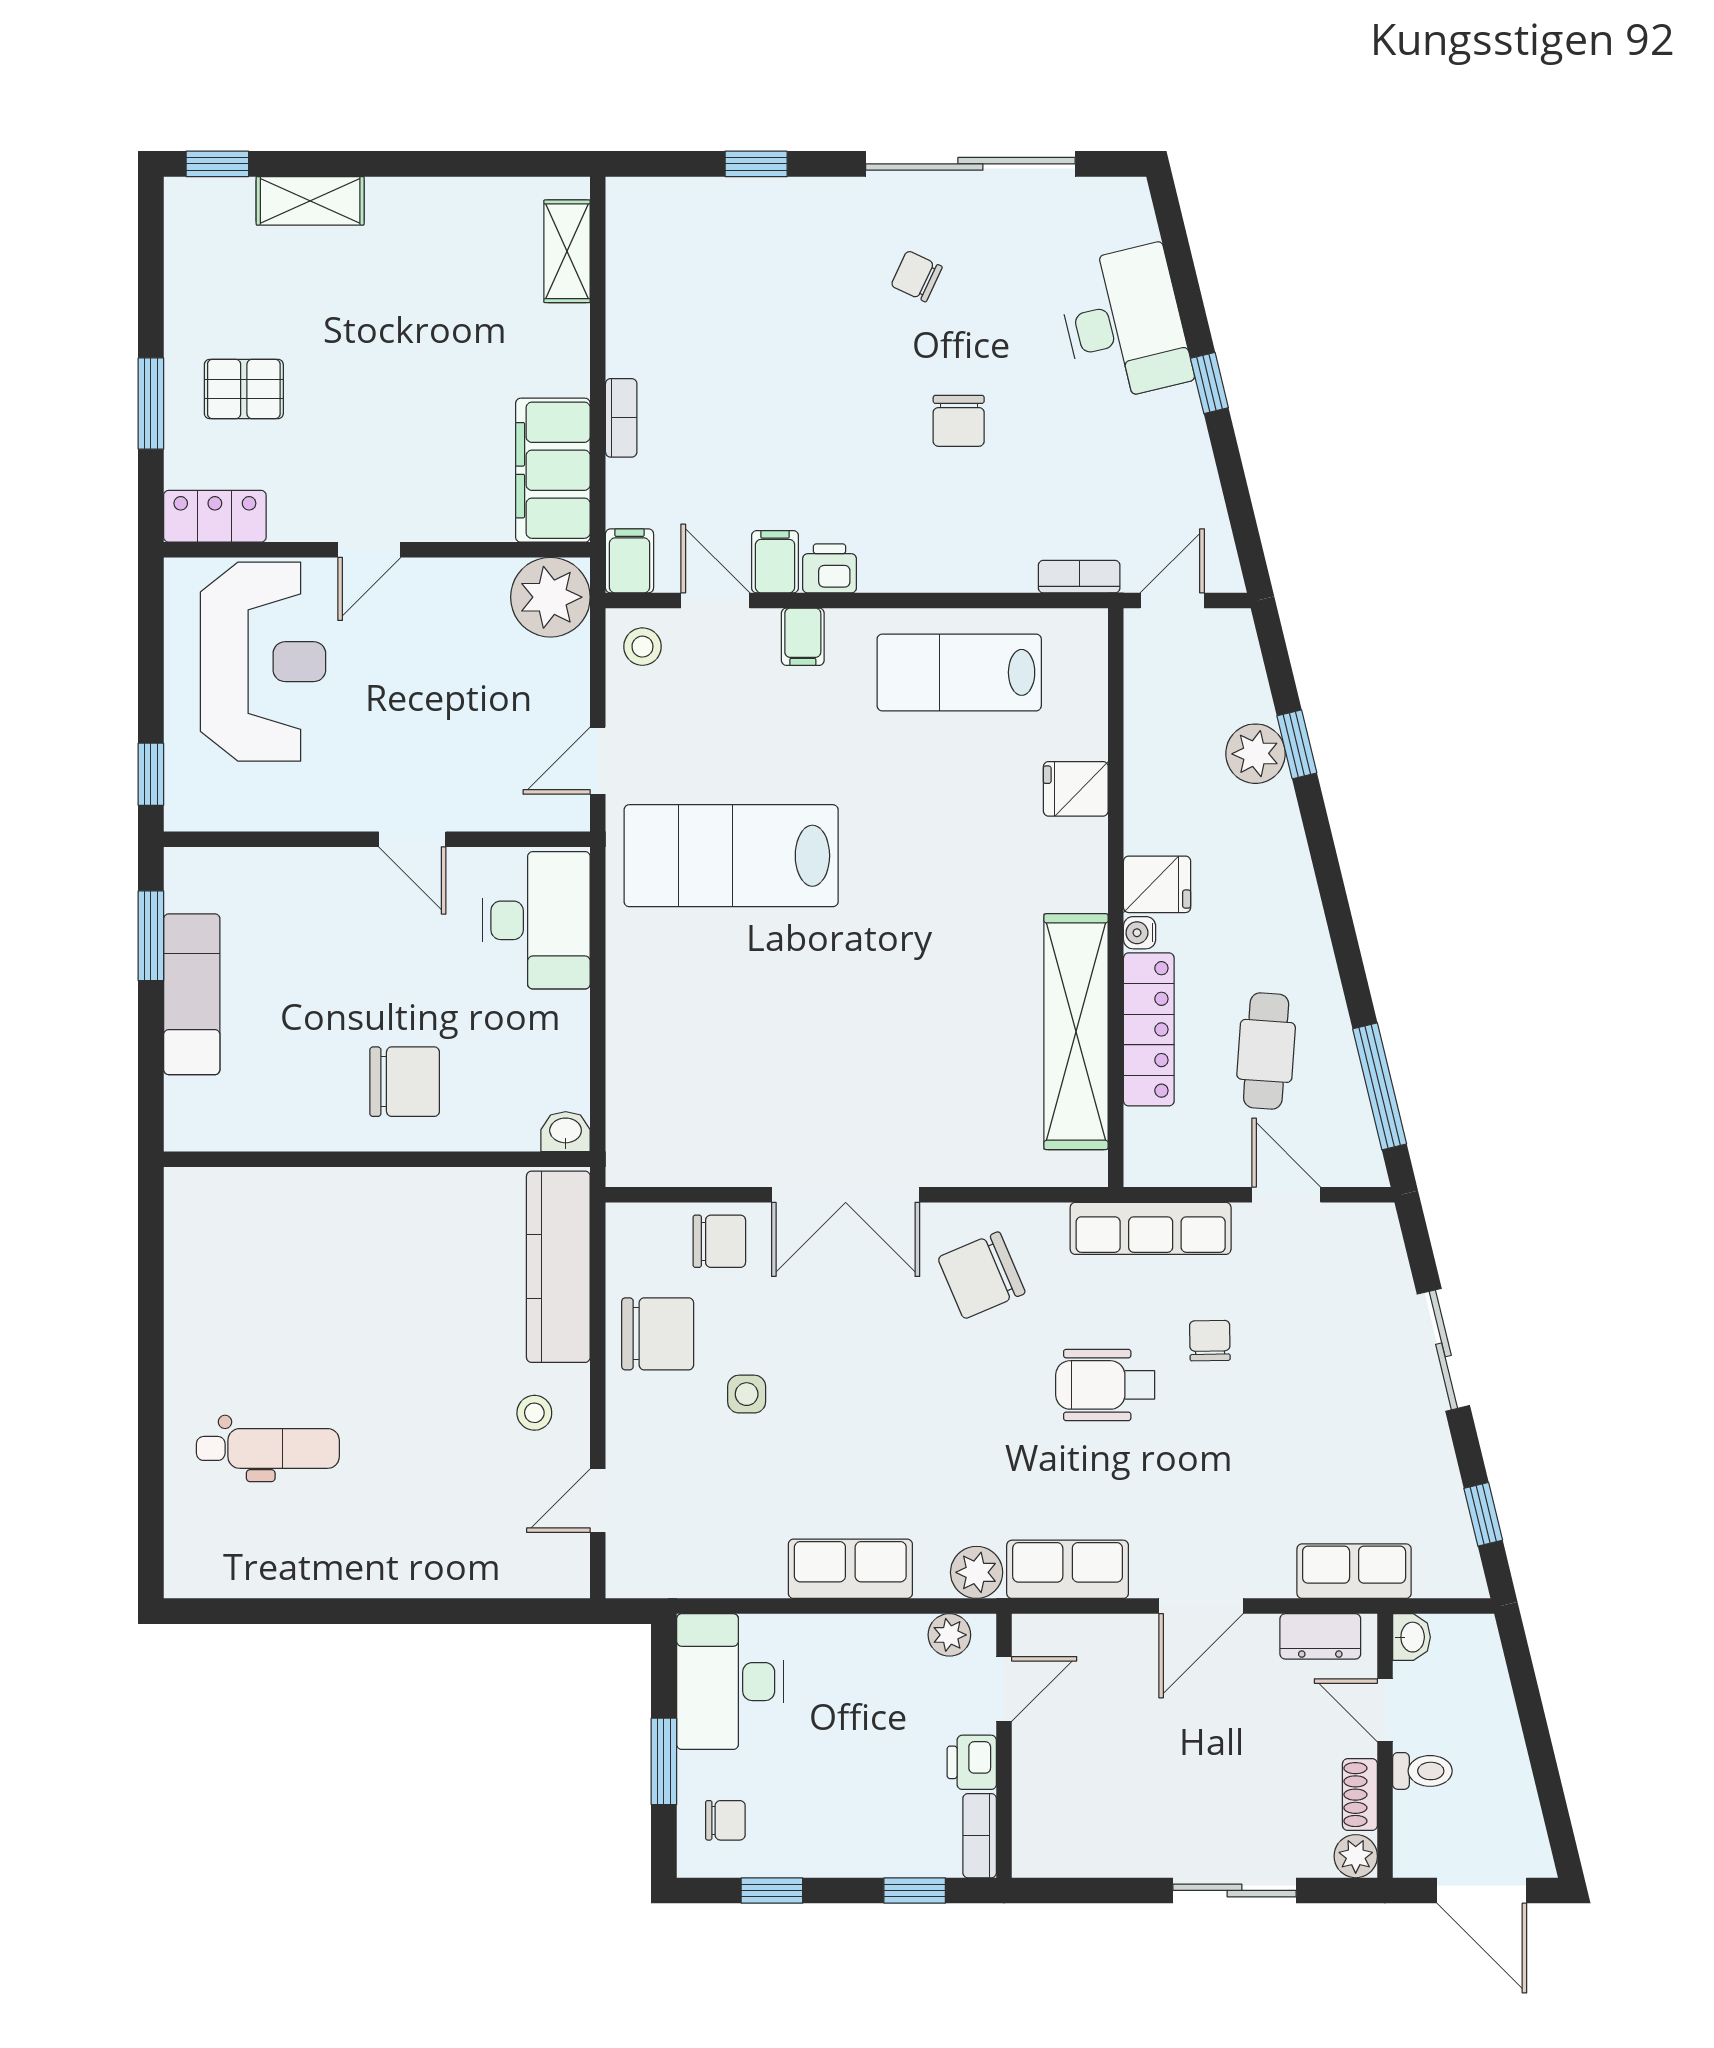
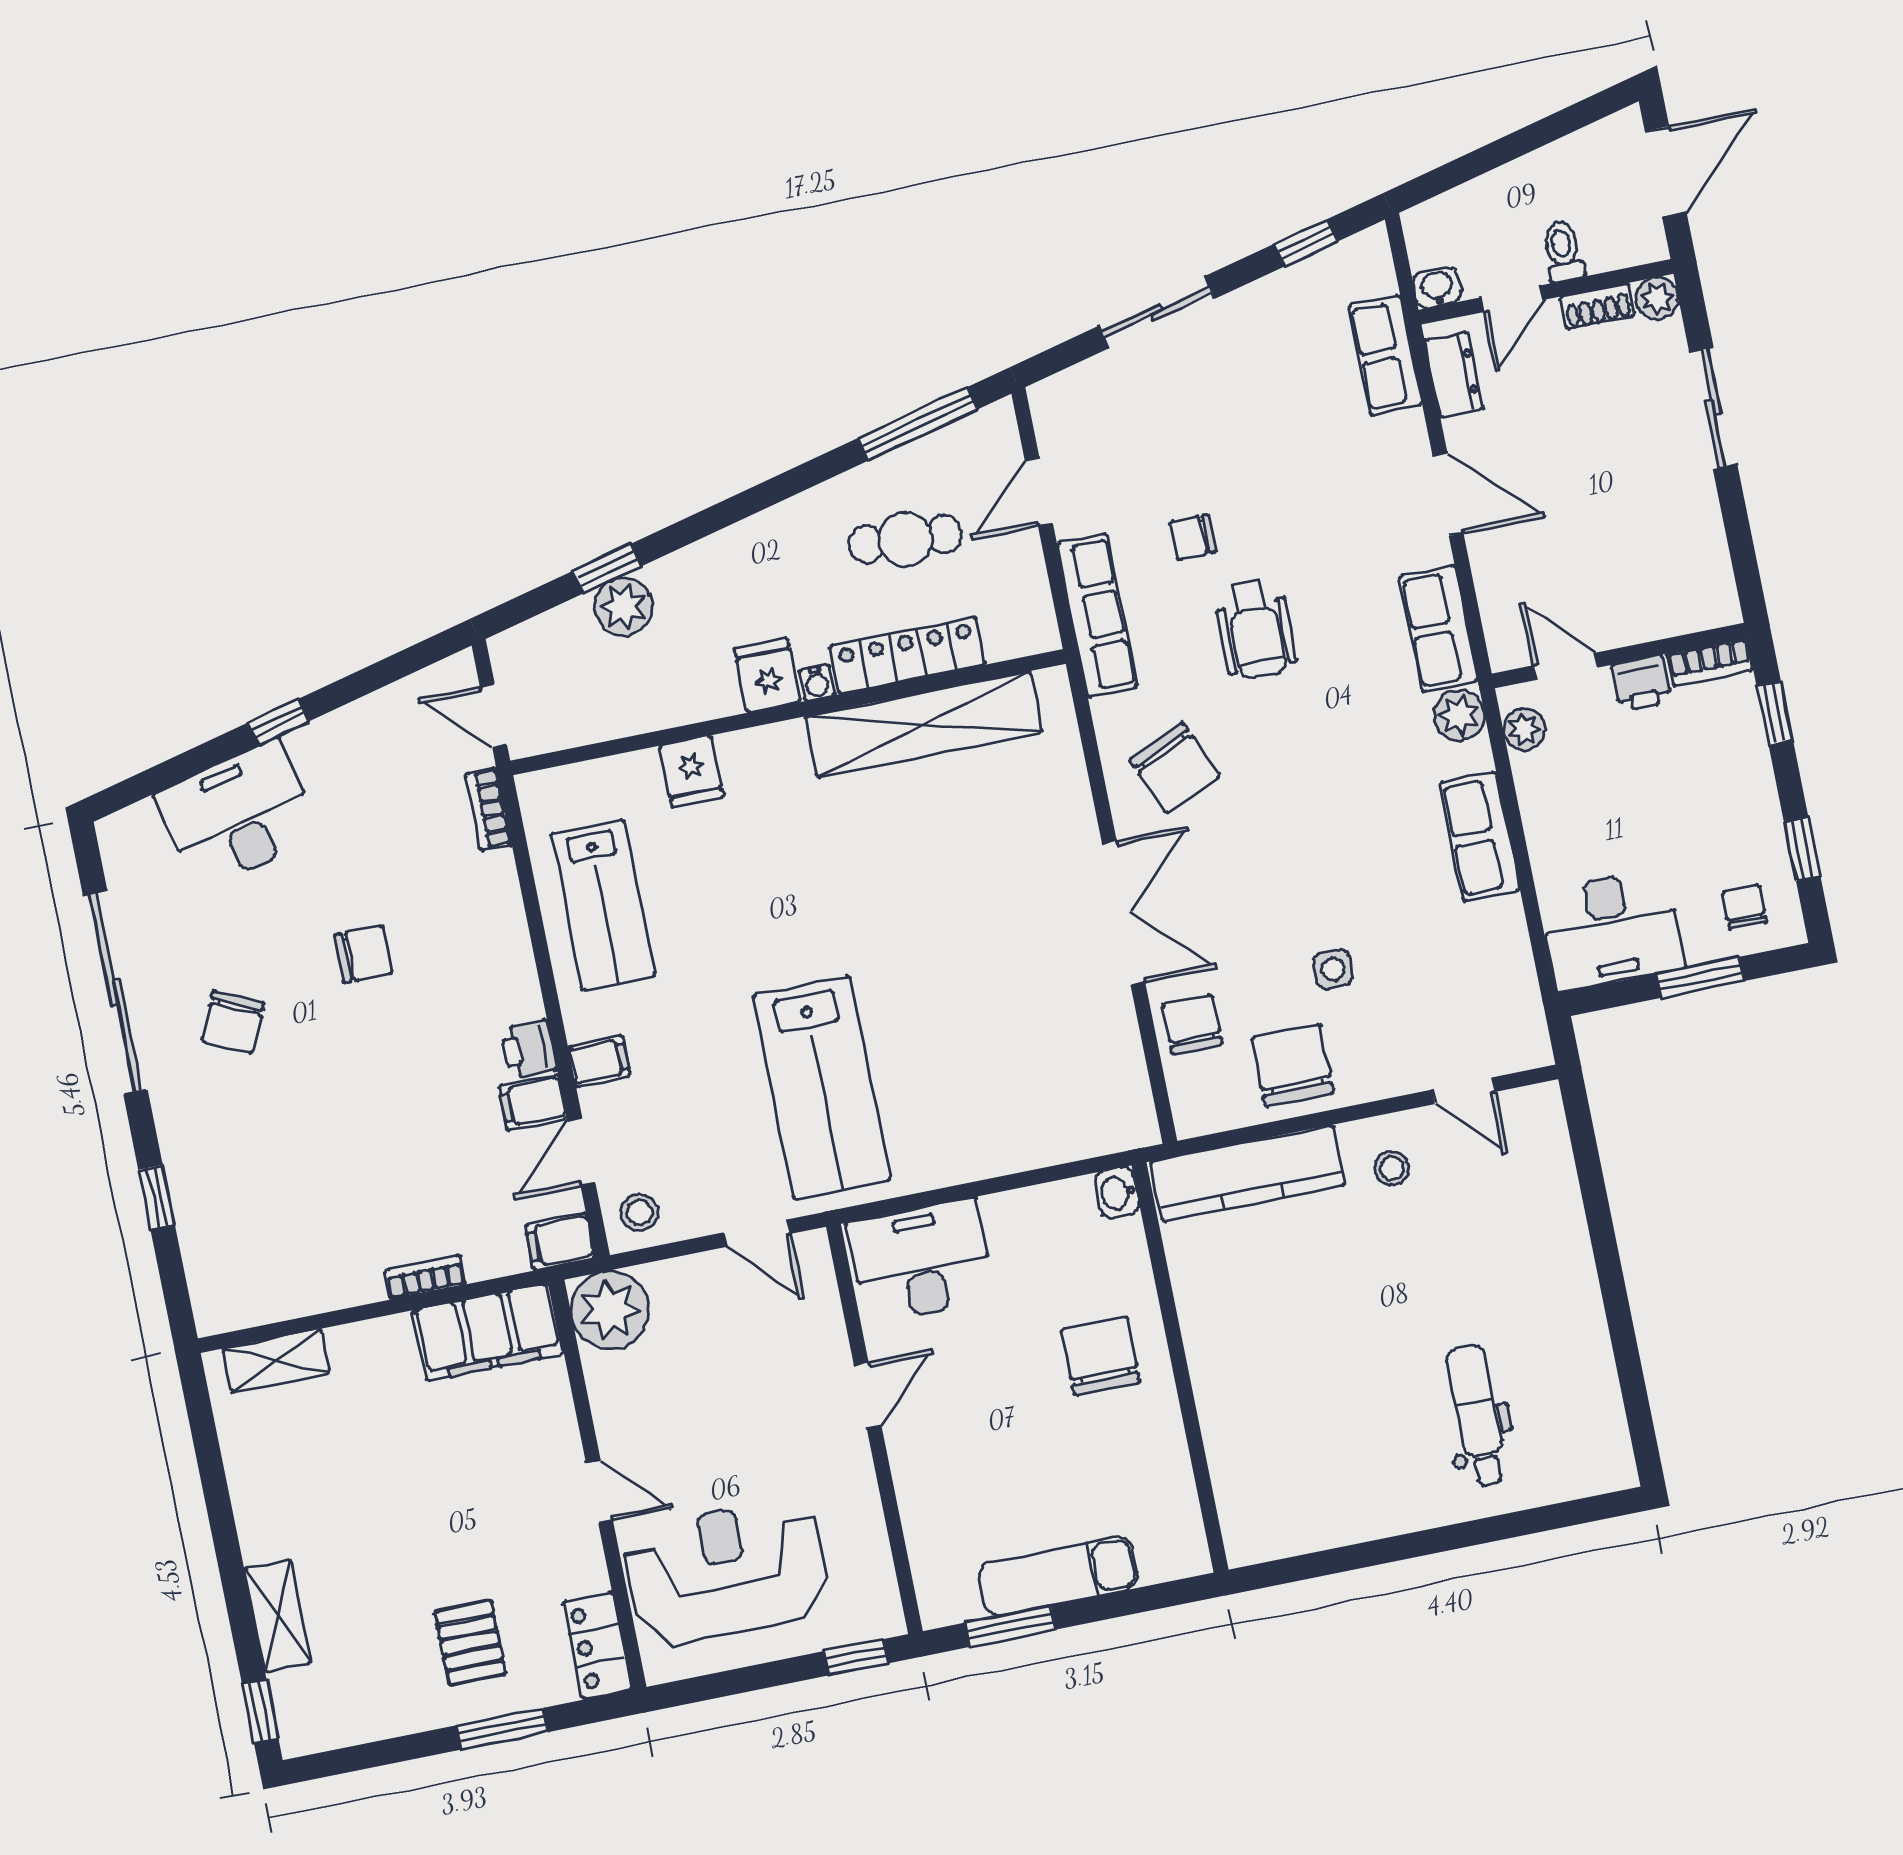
chair: (917, 276) -> (233, 1022), width x1.37, depth x1.37

